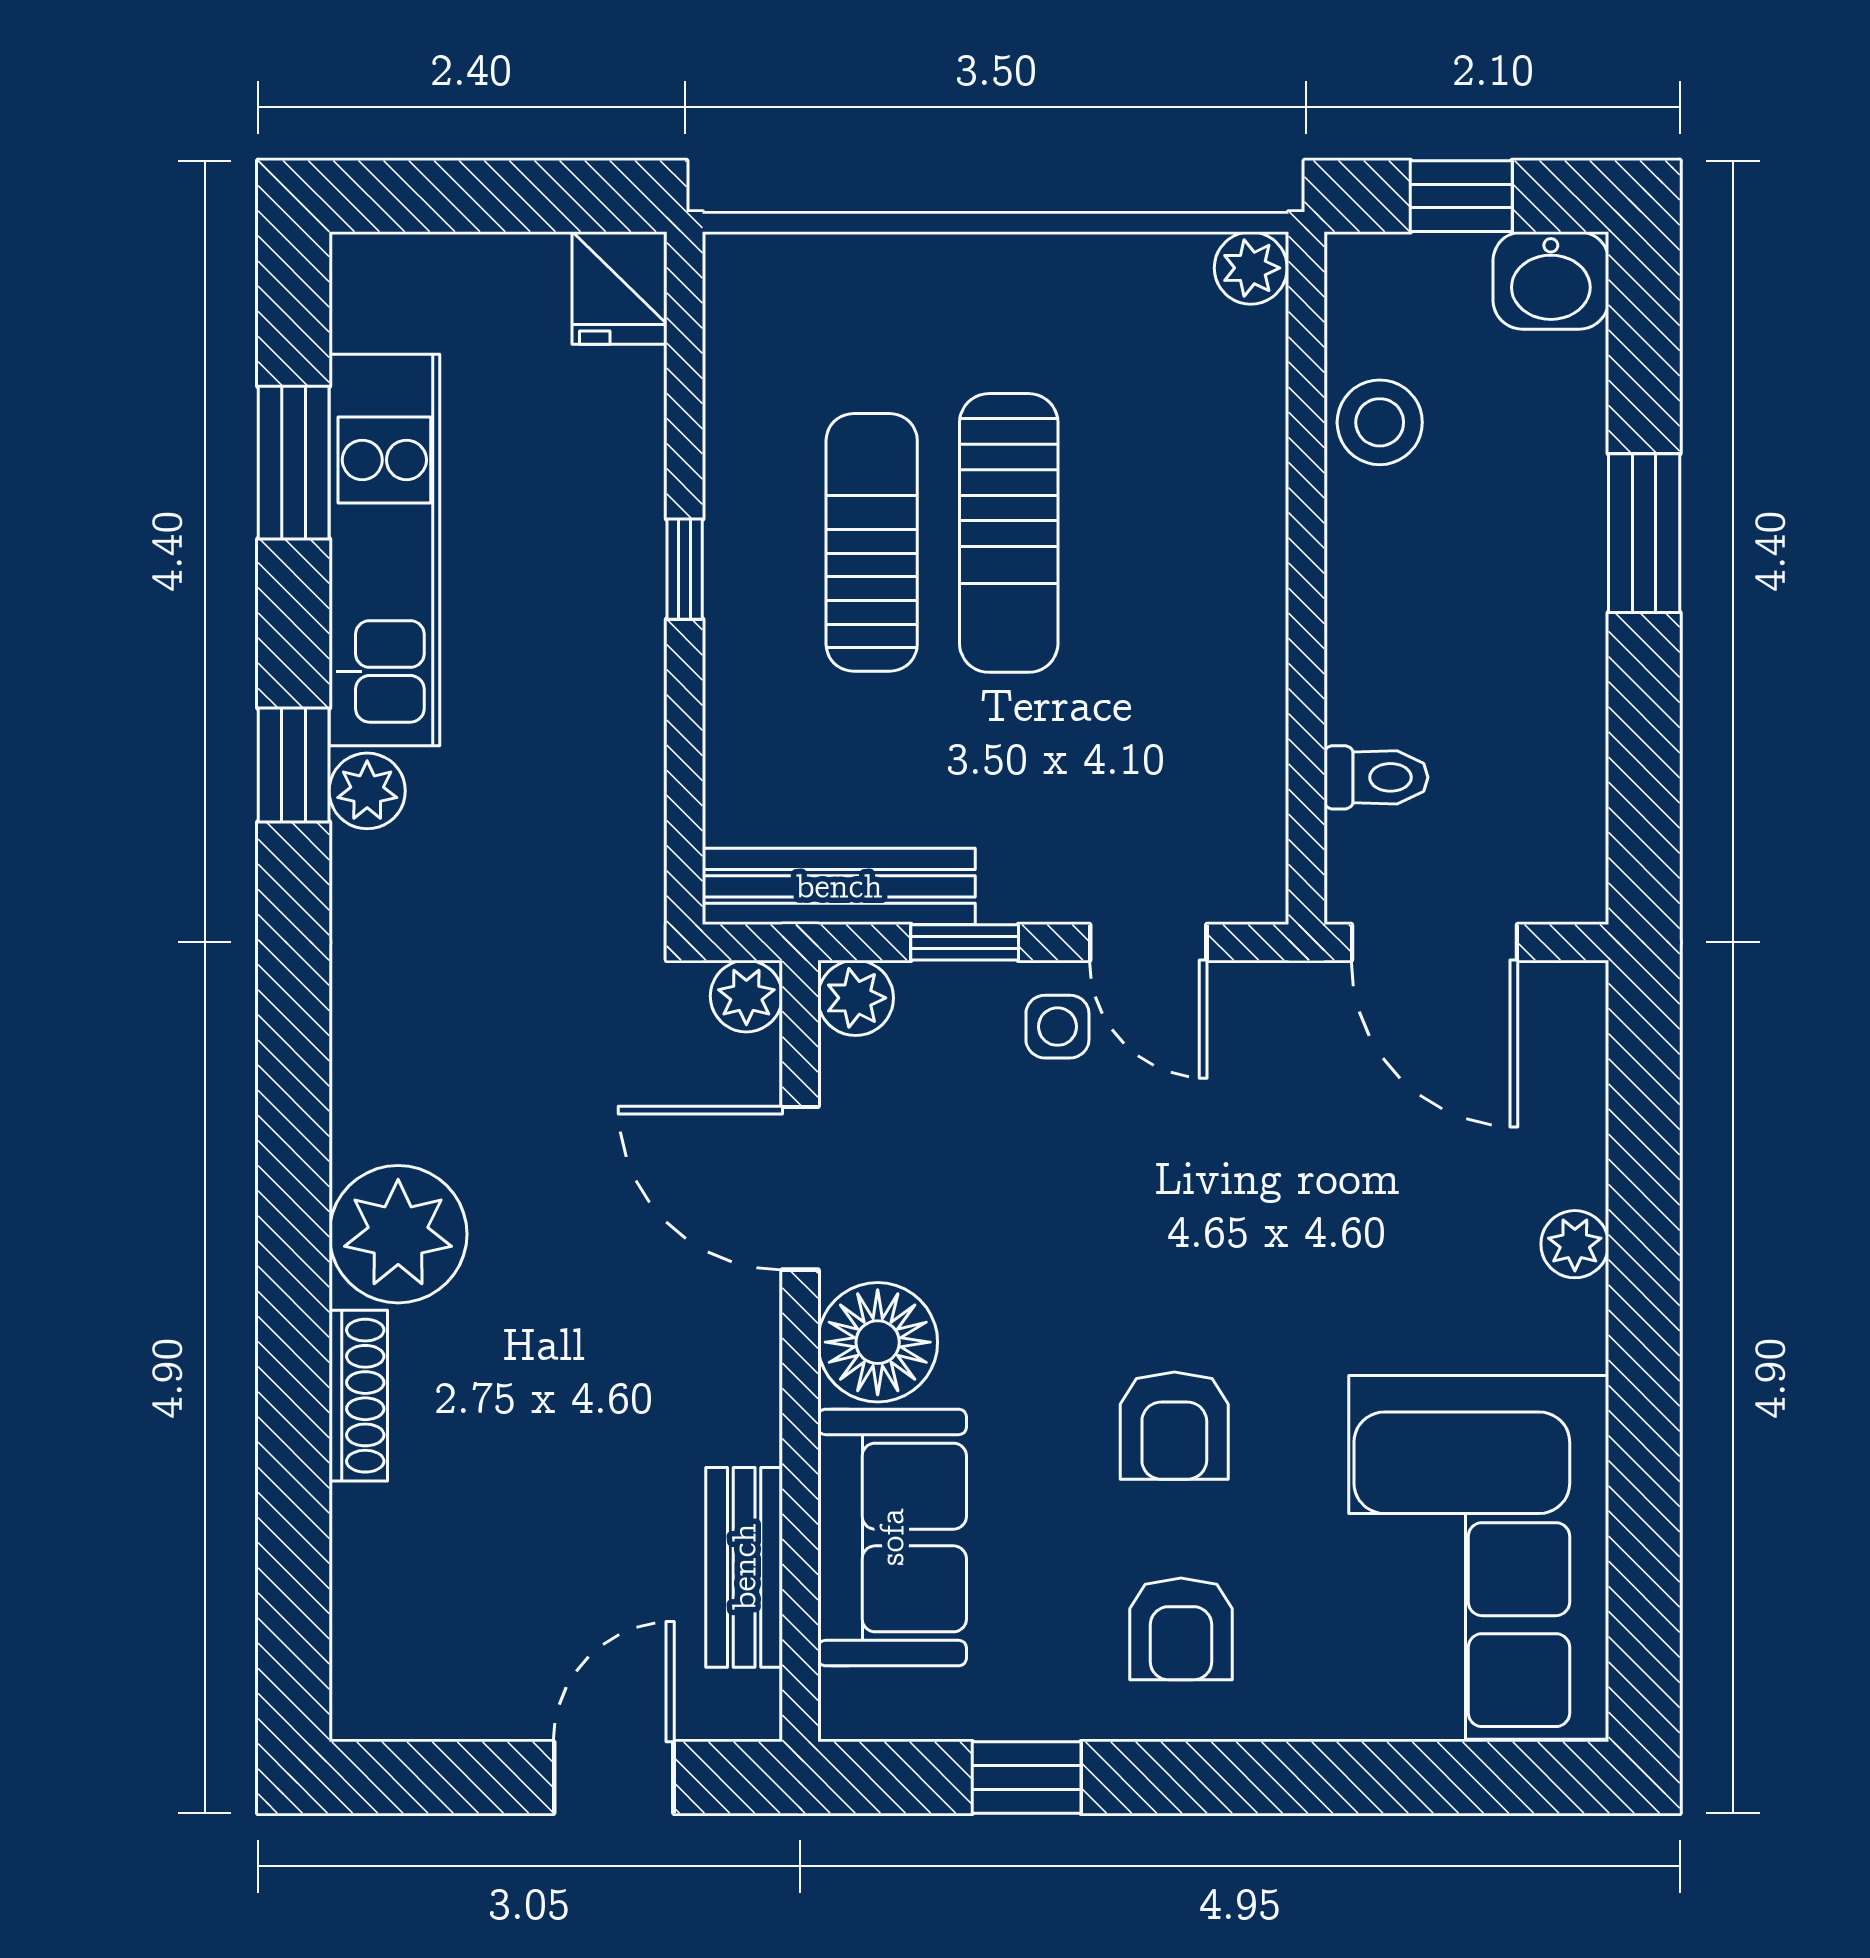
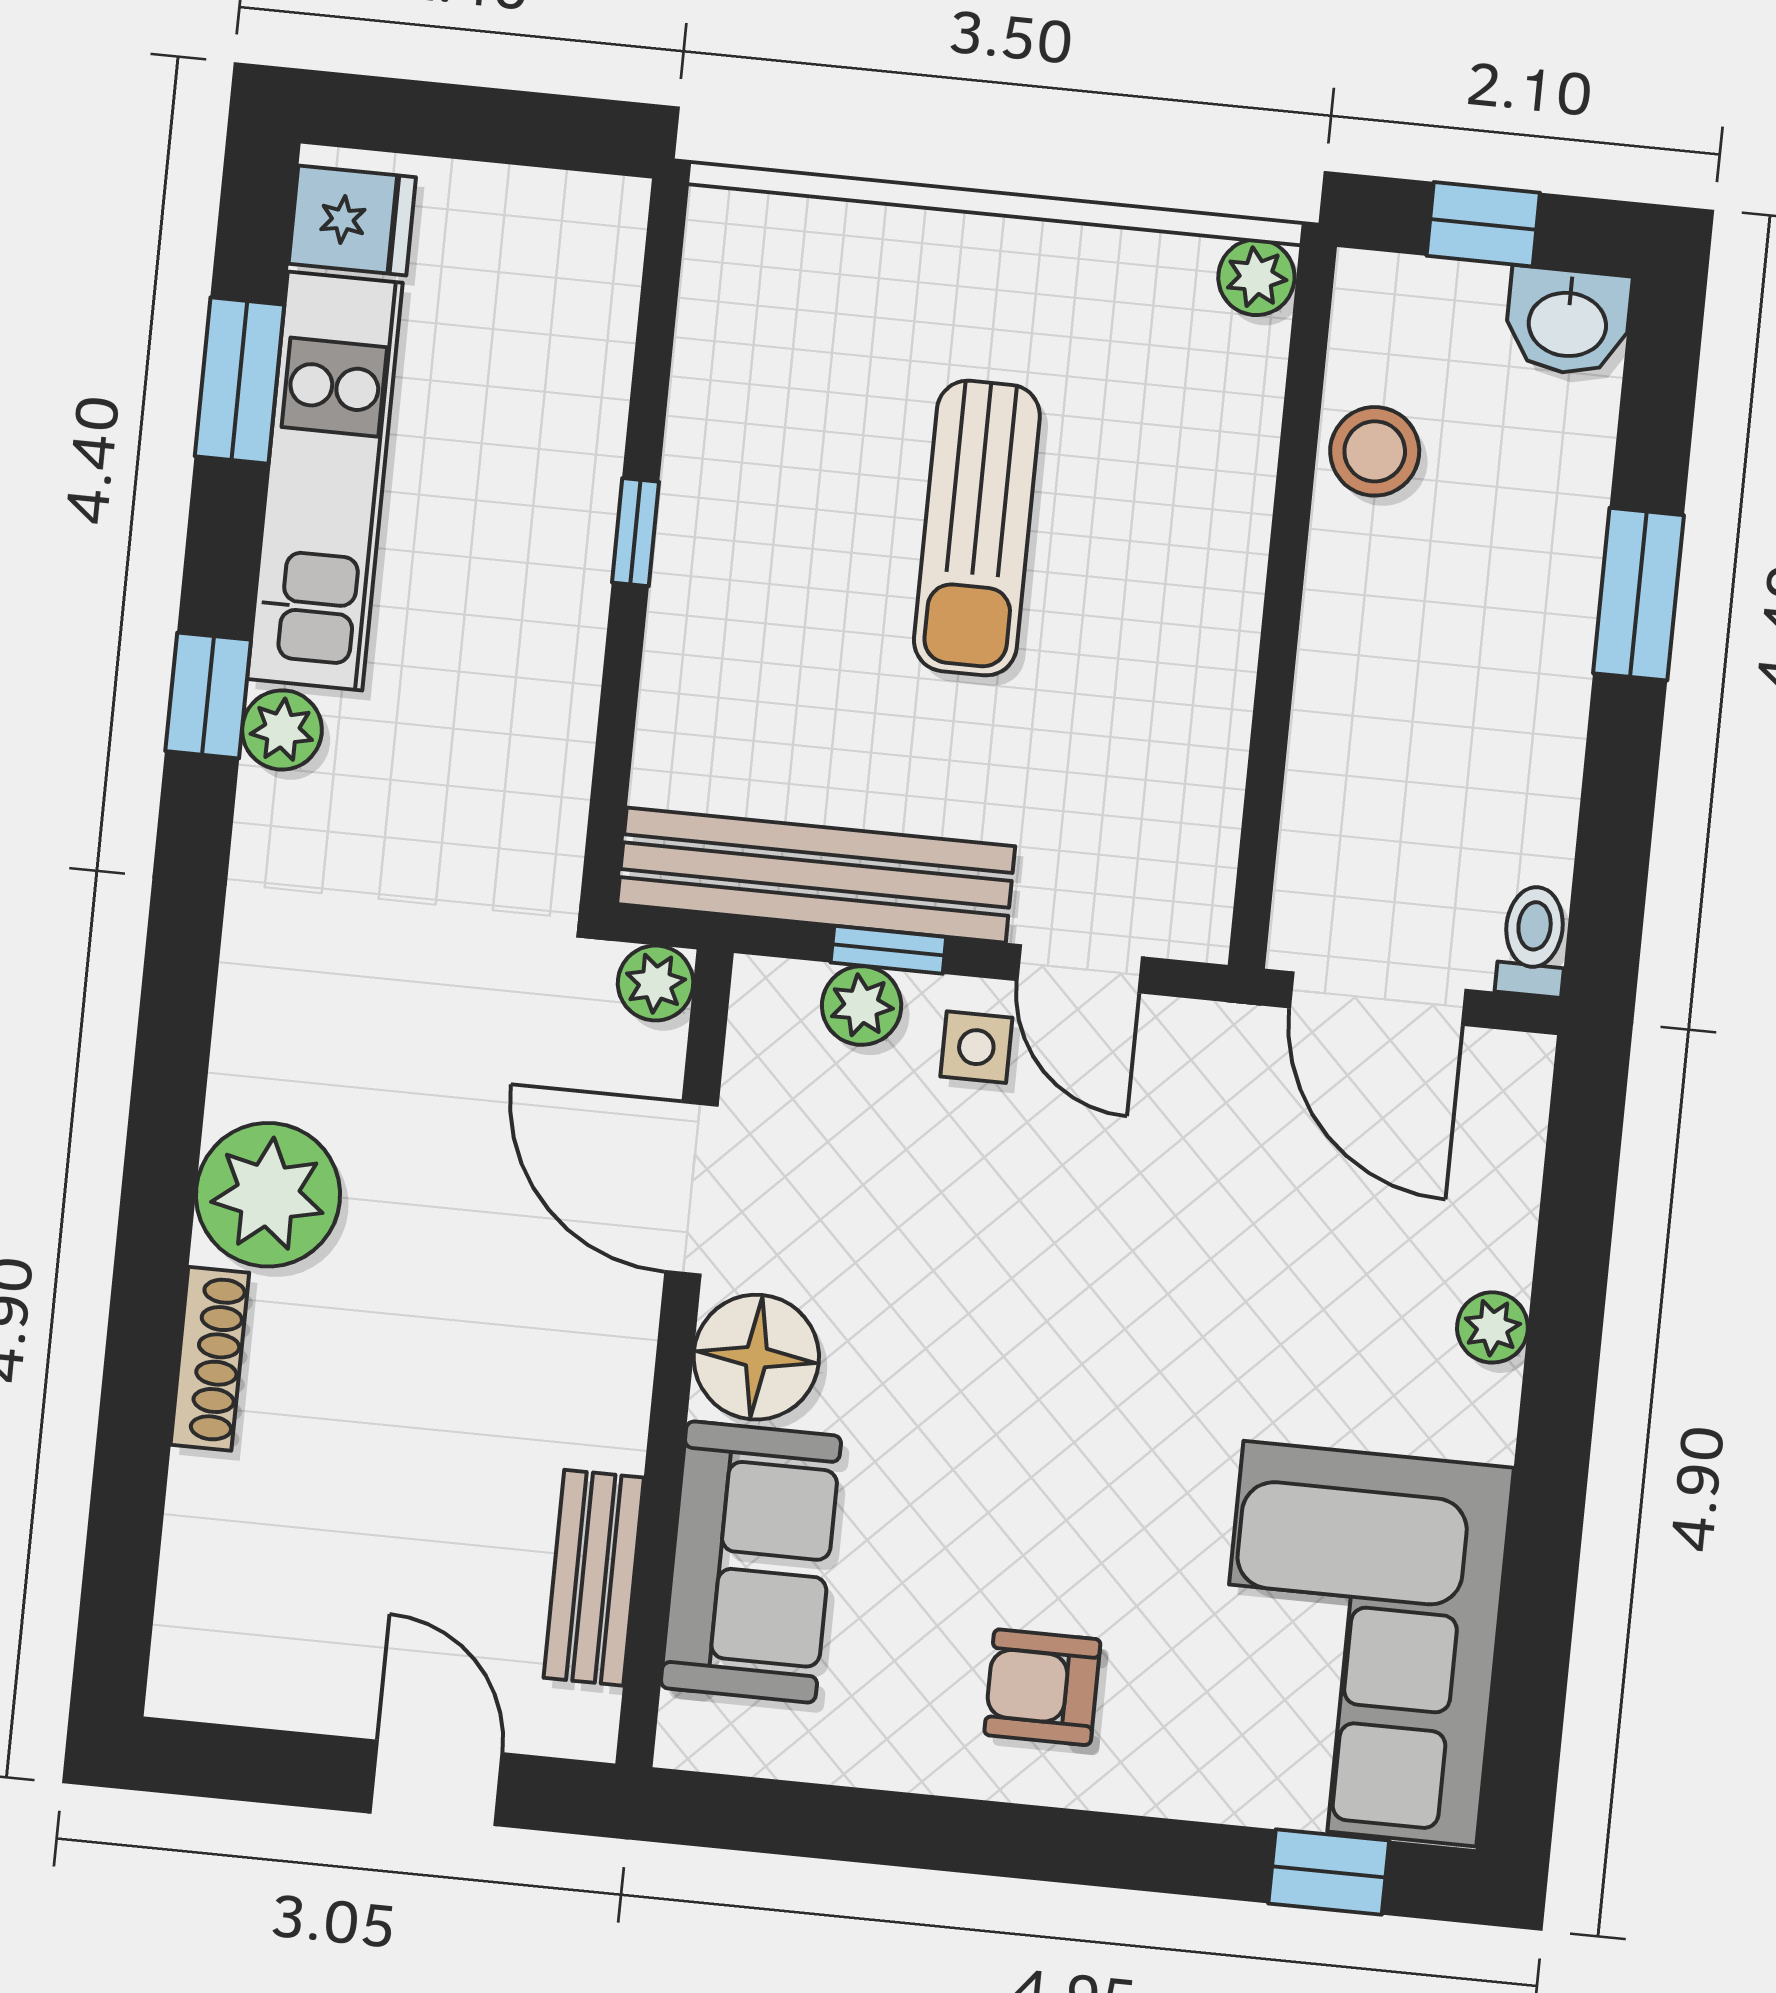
fridge: (619, 288) -> (352, 220), moved, turned -90
sun lounger: (872, 542) -> (833, 524), removed
toilet: (1376, 777) -> (1533, 941), moved, turned -90
bench: (839, 886) -> (816, 875), width x1.37, depth x1.21
plant: (856, 998) -> (862, 1005), moved
armchair: (1174, 1426) -> (1057, 1475), removed
armchair: (1181, 1629) -> (1042, 1687), turned 90
door: (614, 1778) -> (436, 1783), hinge flipped
window: (1027, 1778) -> (1329, 1872), moved

